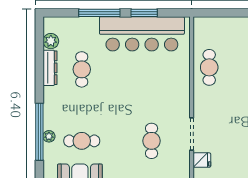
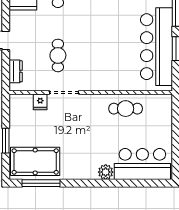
cafe table: (152, 141) -> (58, 55), turned 90

